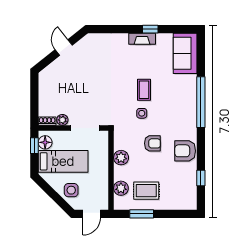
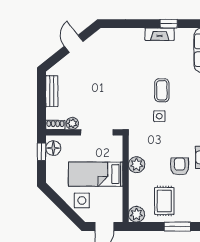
bench: (44, 91) -> (52, 91), added
armchair: (152, 143) -> (180, 166), moved, turned -90
bed: (63, 161) -> (96, 174), moved, turned 180
plant: (121, 188) -> (136, 214), moved
rug: (146, 191) -> (164, 201), turned 90
window: (142, 214) -> (177, 227), moved

